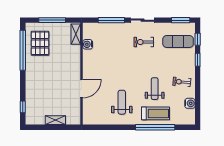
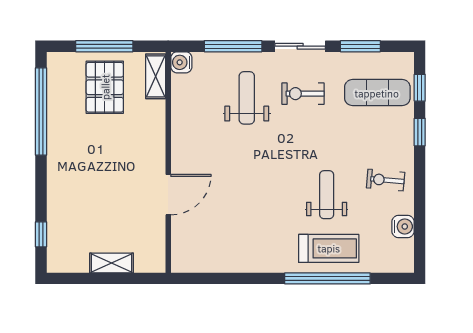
window: (181, 20) -> (360, 46), moved
pallet: (40, 43) -> (105, 87), moved
water cooler: (88, 44) -> (181, 62), moved
weight bench: (122, 102) -> (247, 98), moved

